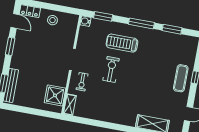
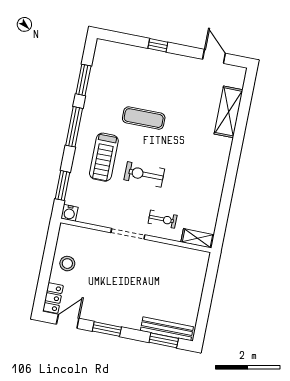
exercise mat: (181, 78) -> (144, 118), moved
shower: (55, 95) -> (183, 261), removed

